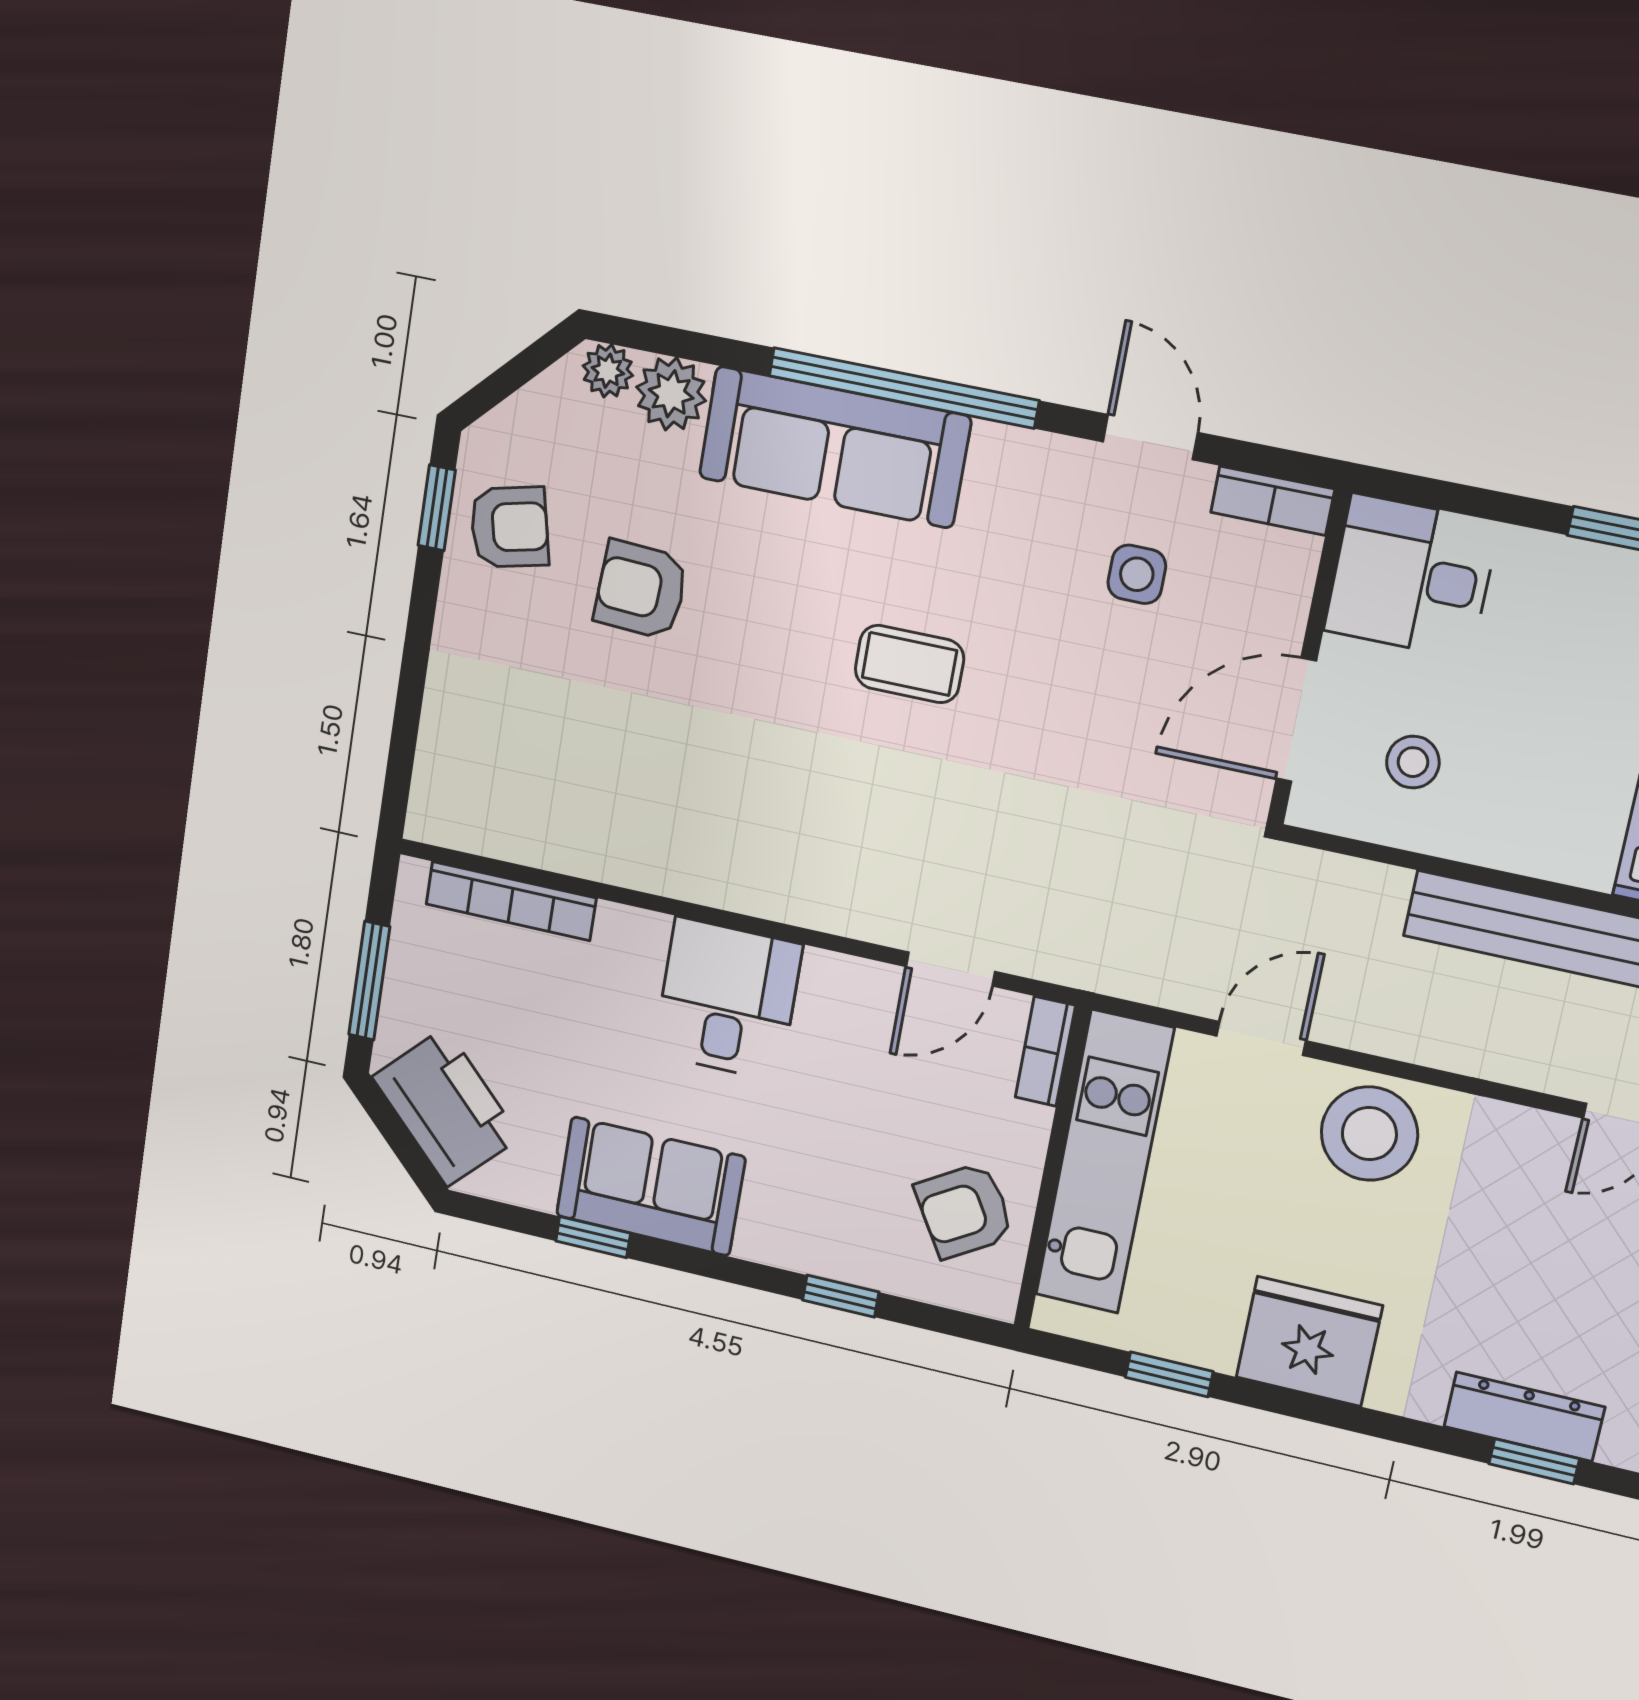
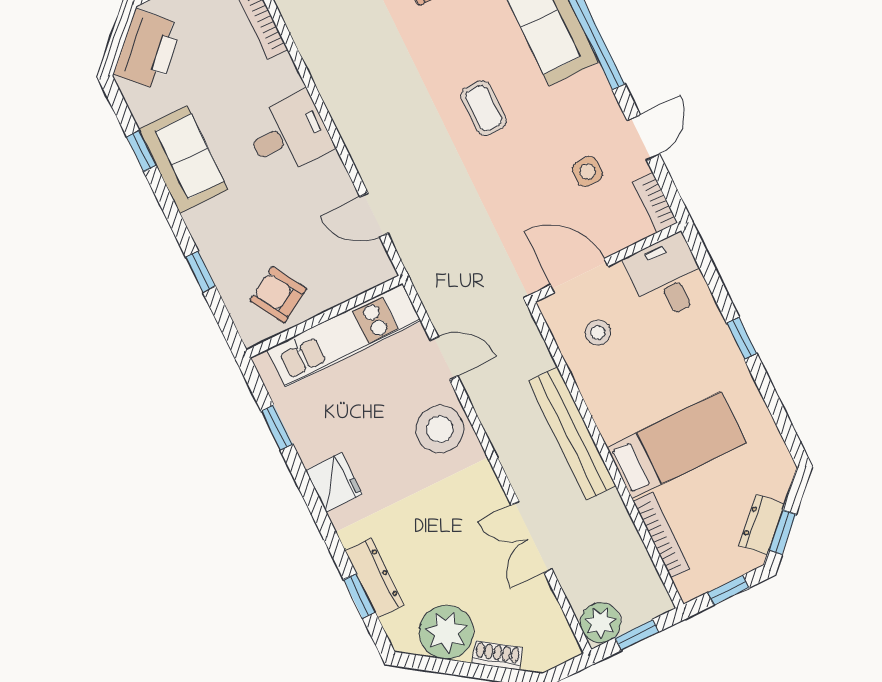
bookcase: (1045, 1051) -> (371, 278), removed
fridge: (1309, 1341) -> (334, 482), width x0.73, depth x0.75

